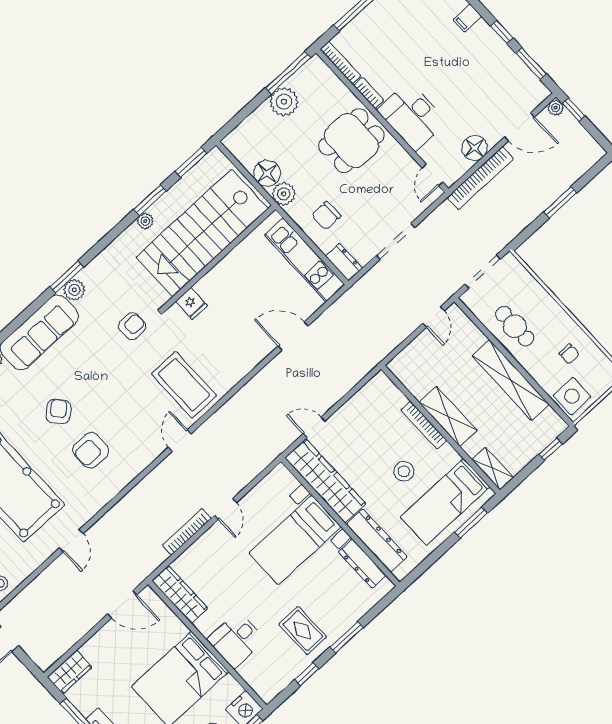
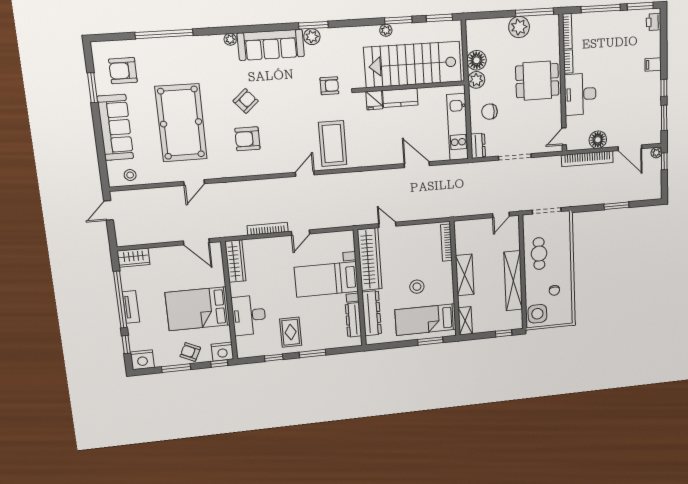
kitchen counter: (217, 279) -> (400, 98), added
bookcase: (424, 425) -> (446, 243), moved
desk: (236, 640) -> (249, 315), width x1.37

